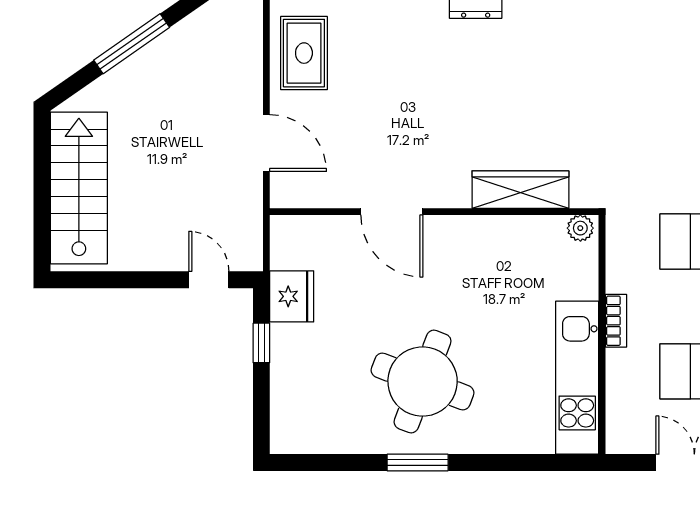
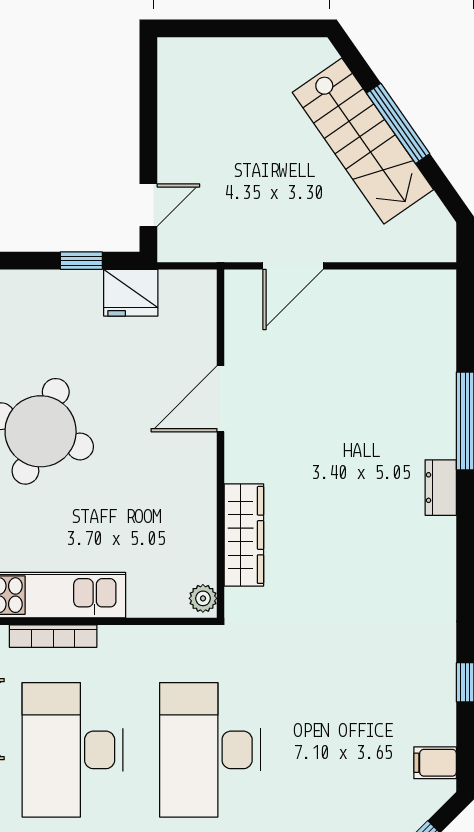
rug: (304, 53) -> (388, 306), removed
stairs: (79, 188) -> (363, 141), moved, turned 55
bookcase: (616, 321) -> (53, 636), moved, width x1.56

